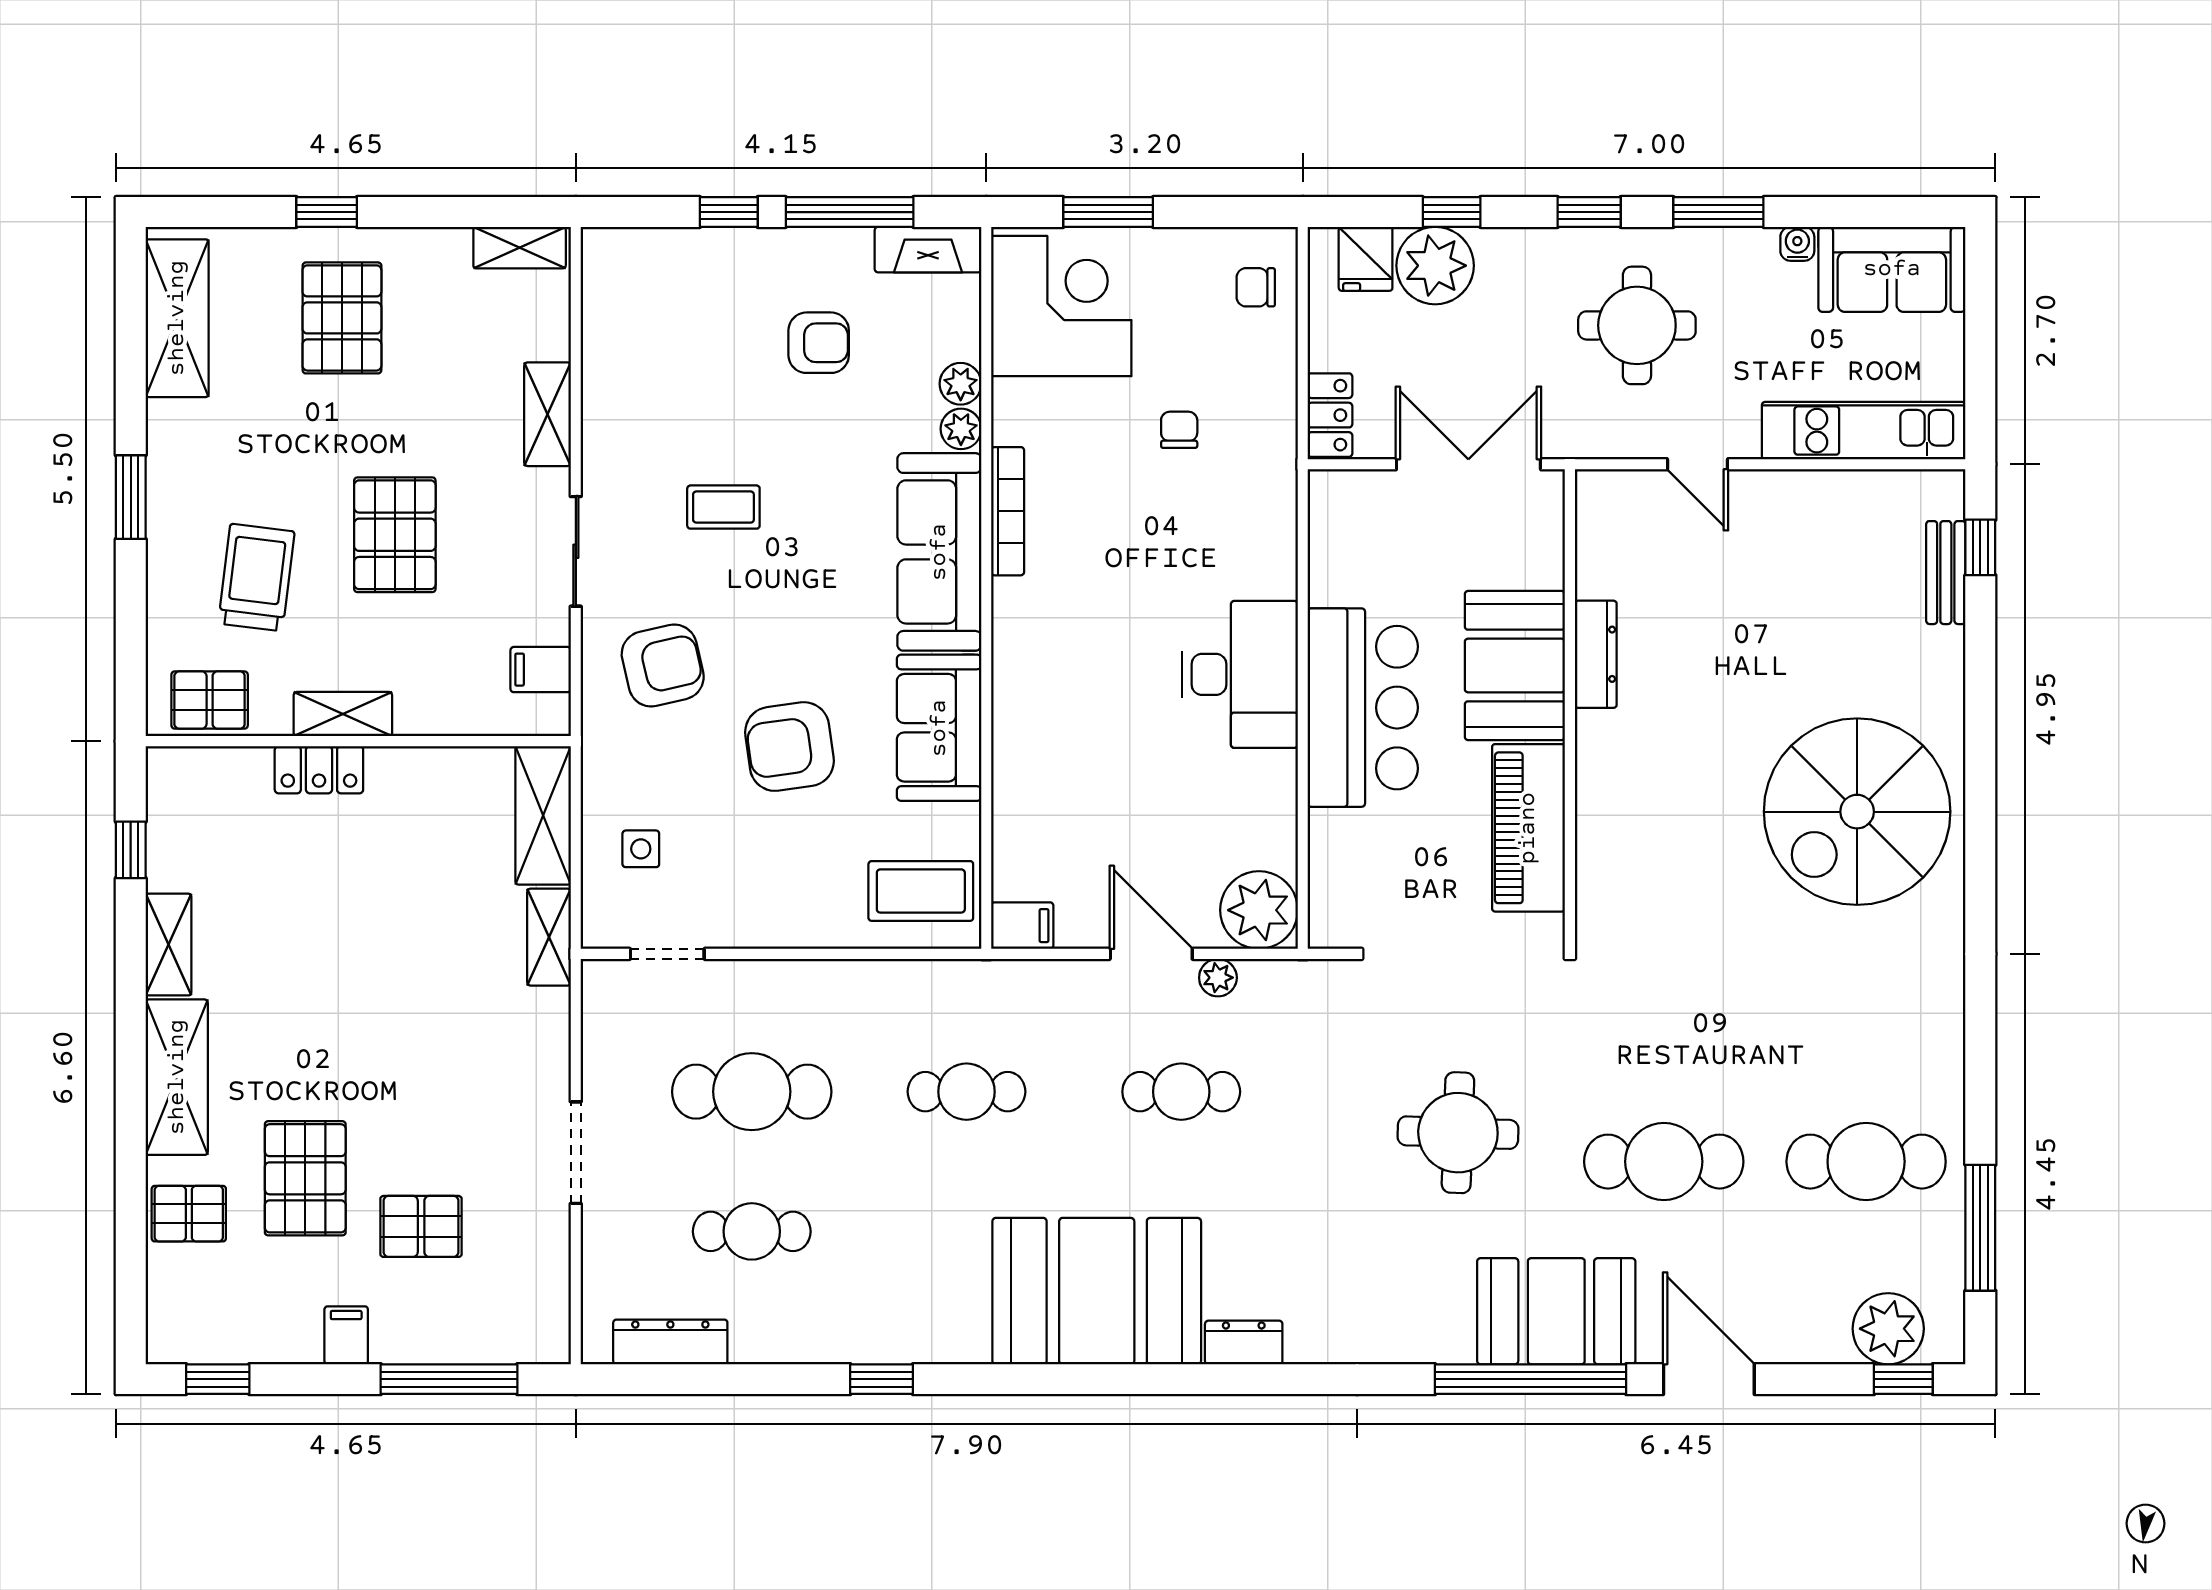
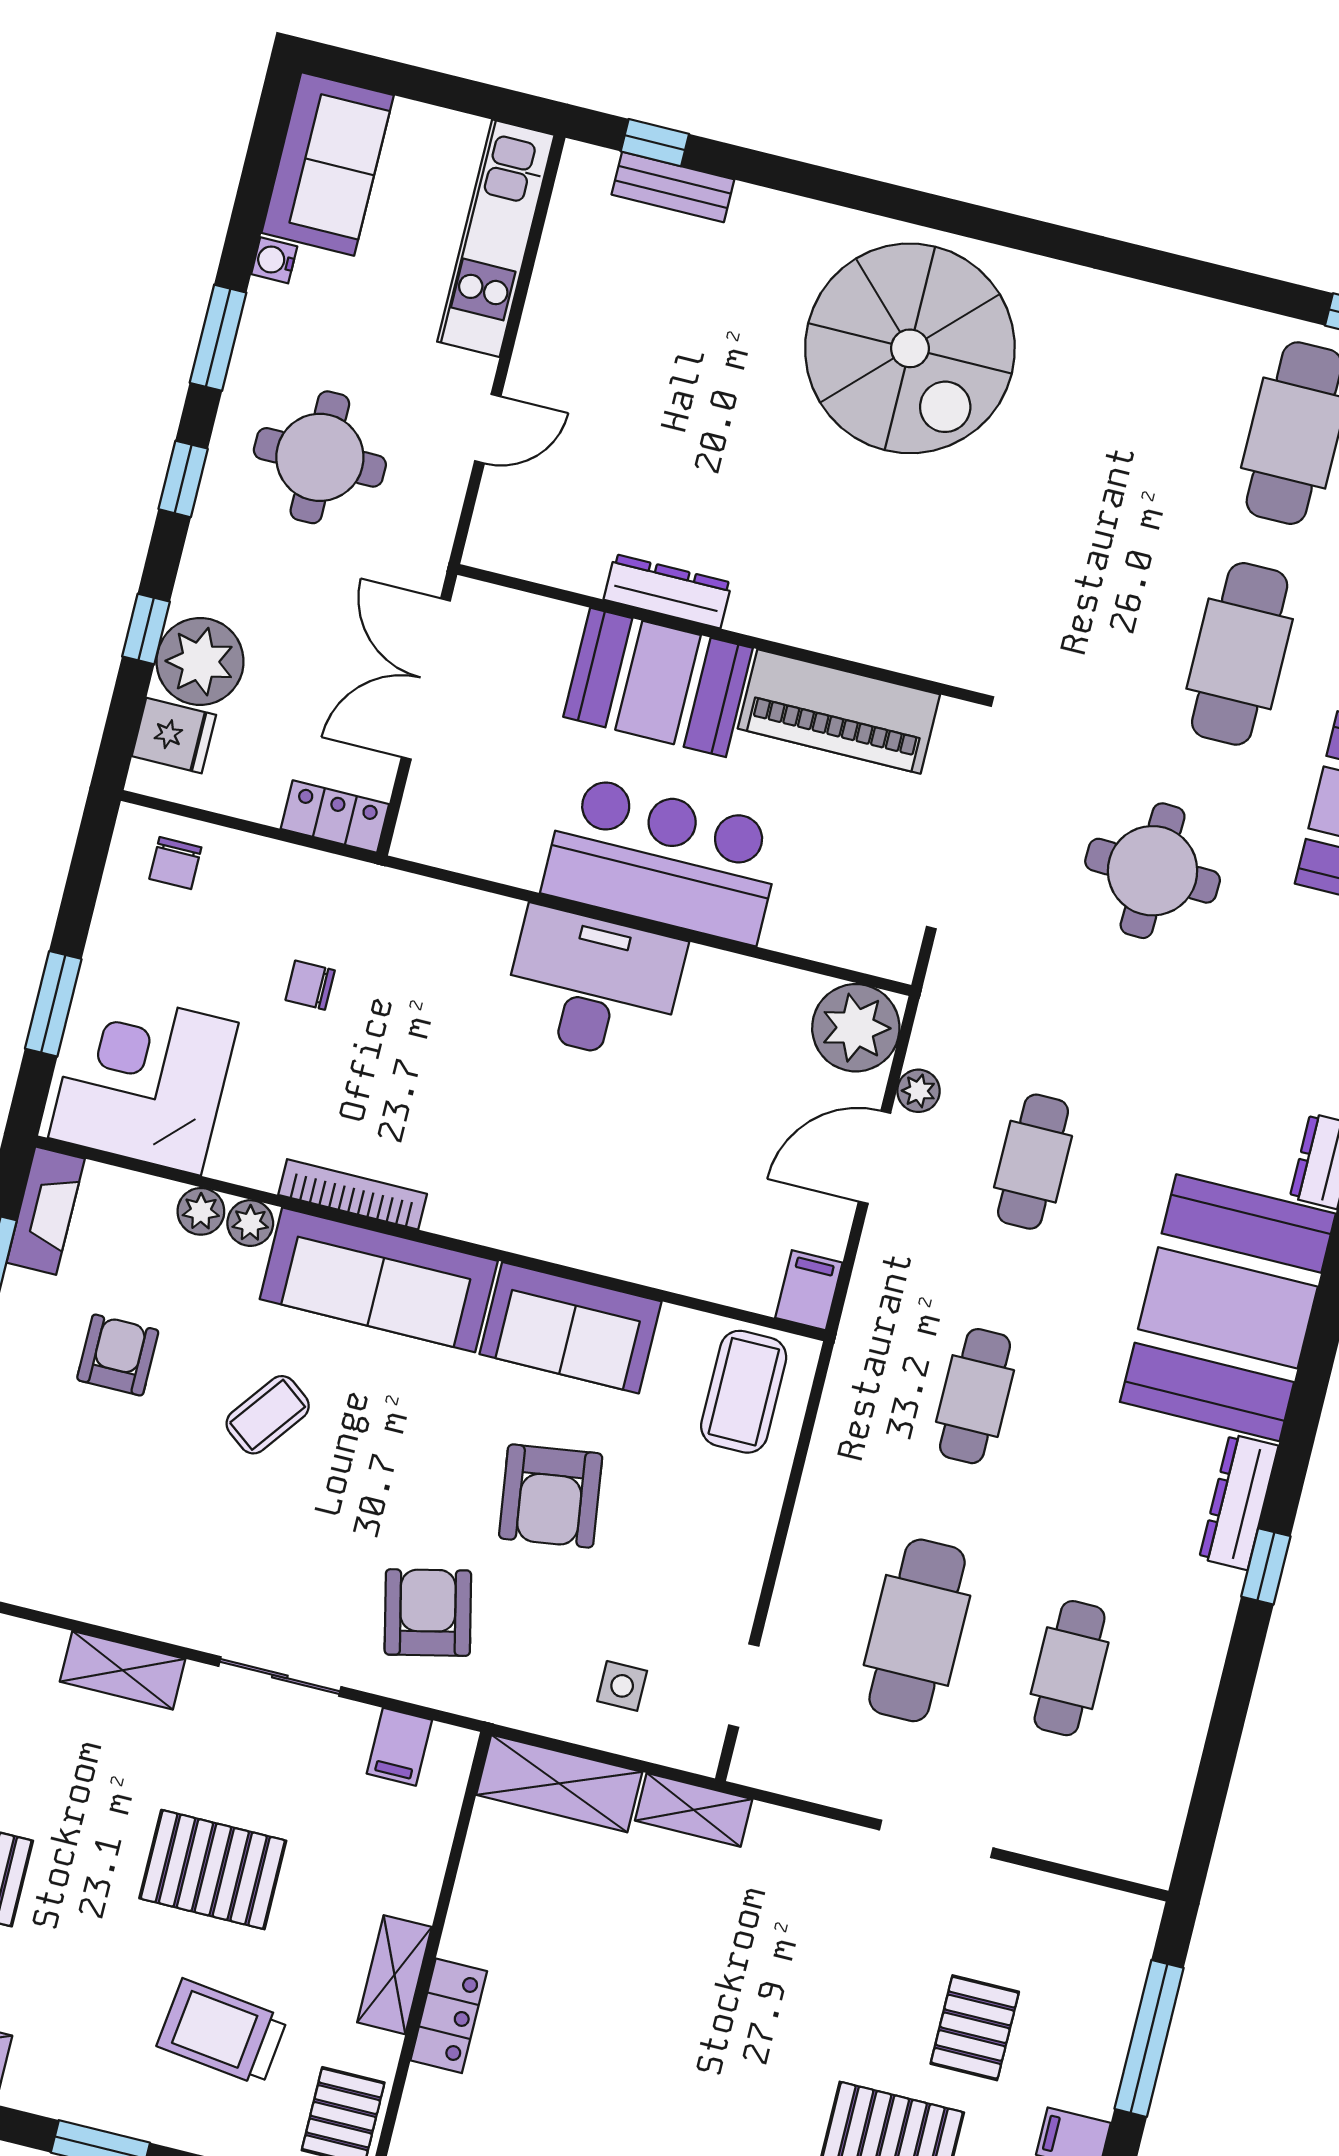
coffee table: (723, 507) -> (268, 1415), moved, turned 37
dresser: (670, 1342) -> (1239, 1502), moved

